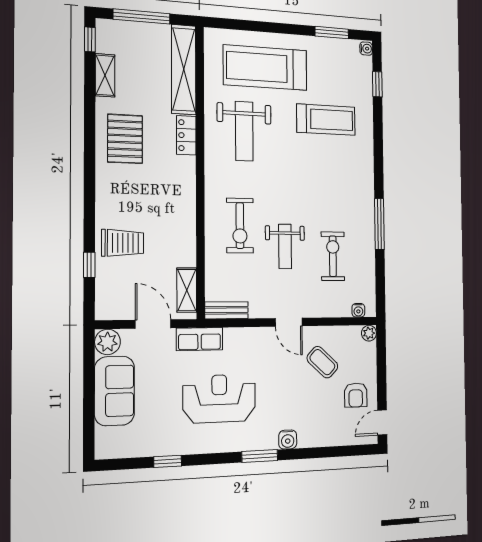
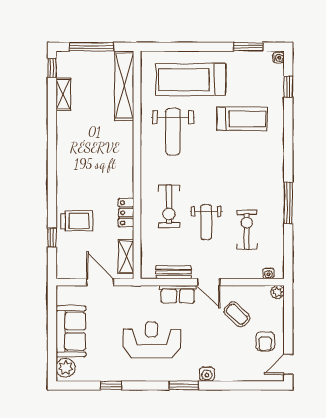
locker: (186, 135) -> (126, 213), moved
pallet: (125, 139) -> (79, 142), removed
bench: (226, 310) -> (173, 272), moved
row of seats: (200, 339) -> (178, 294), moved
plant: (107, 342) -> (66, 368), moved

